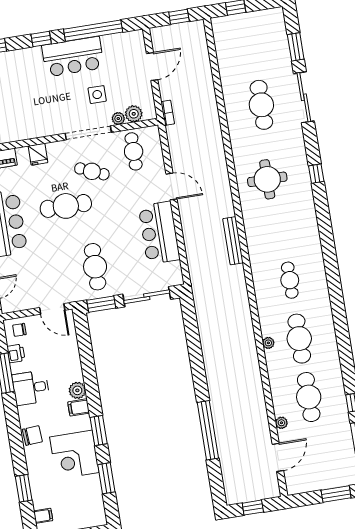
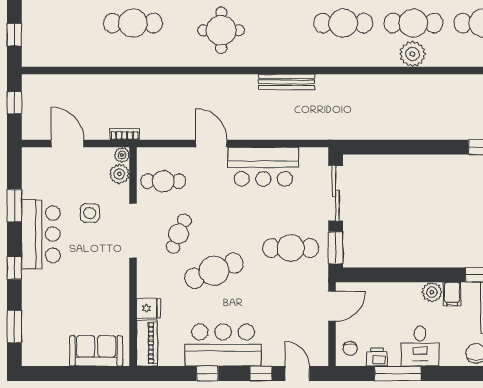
window: (93, 31) -> (14, 206), width x0.47
plant: (118, 119) -> (122, 155), moved
fridge: (38, 154) -> (148, 308), moved
door: (172, 186) -> (211, 143), hinge flipped
cafe table: (66, 206) -> (214, 271), turned 69
cafe table: (290, 280) -> (343, 23), width x1.37, depth x1.35
plant: (268, 343) -> (413, 54), width x1.88, depth x1.88

